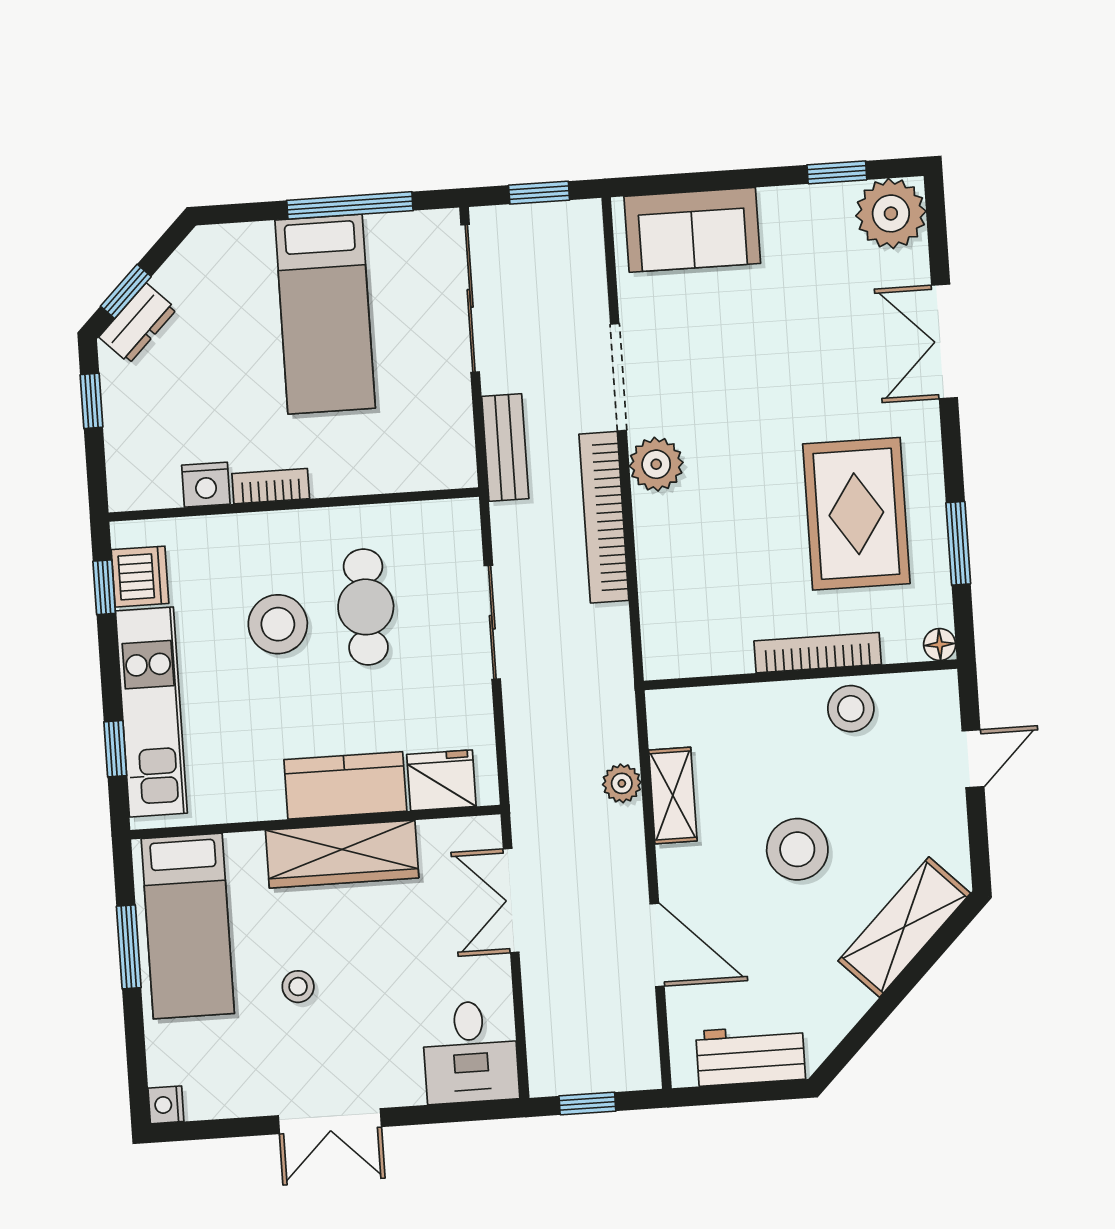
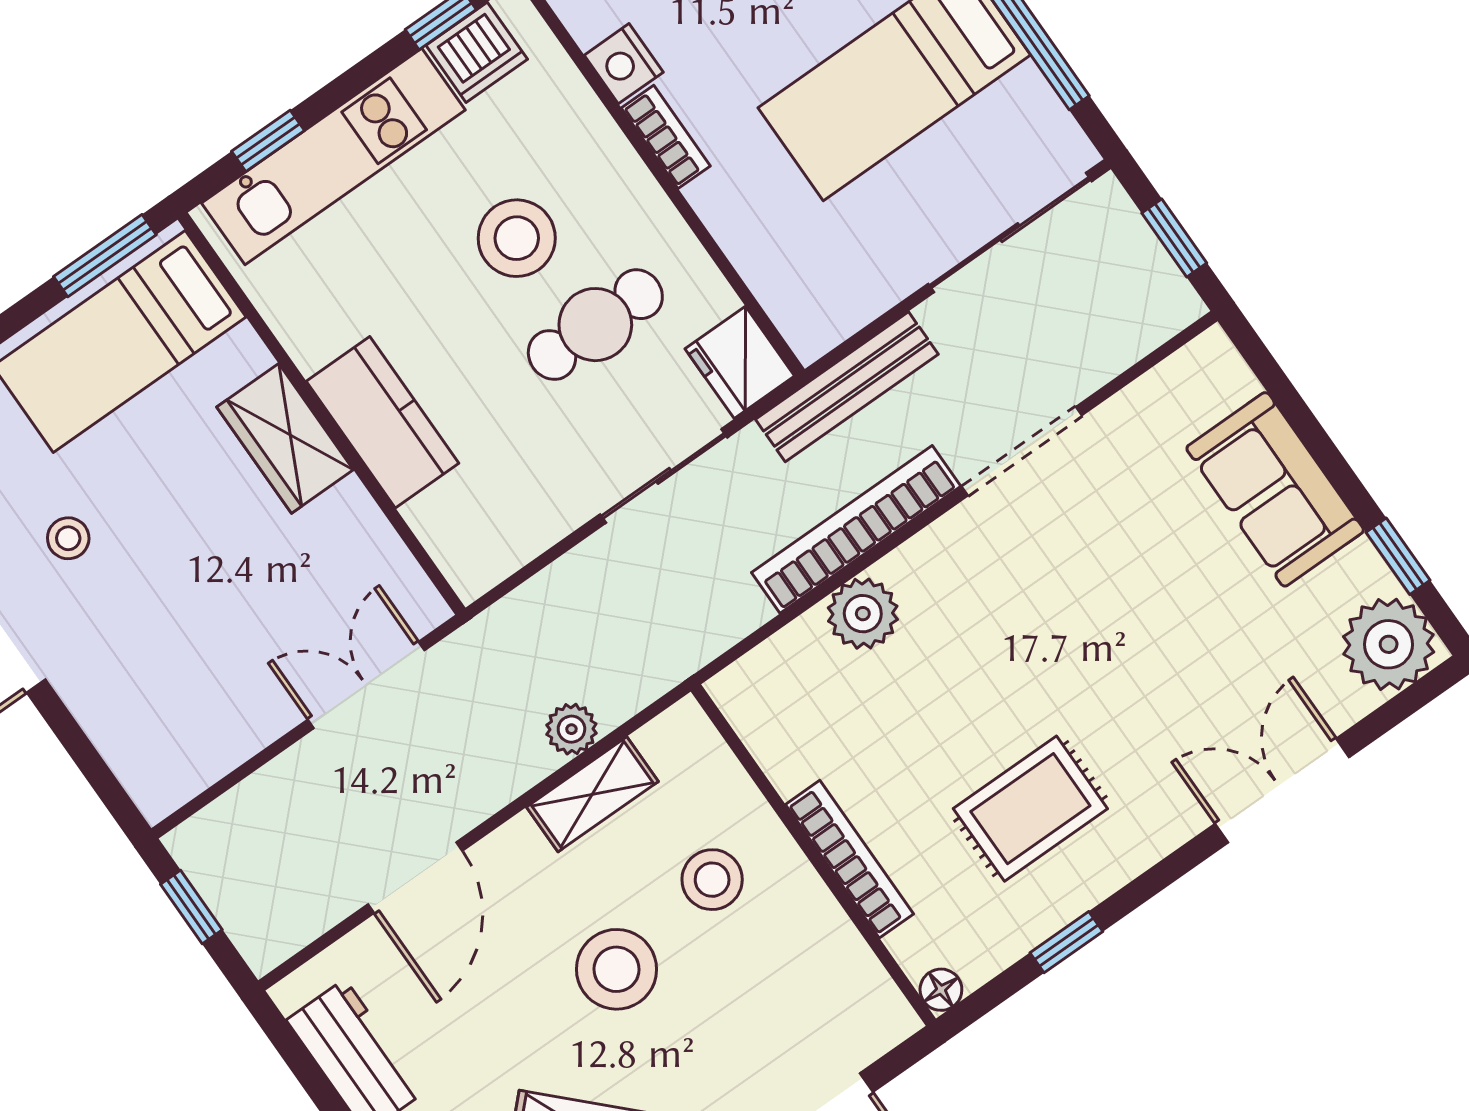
sofa: (692, 230) -> (1275, 489), moved
bench: (505, 448) -> (847, 387), width x1.36
plant: (656, 464) -> (863, 614), moved
rug: (856, 514) -> (1030, 809), width x0.73, depth x0.70
window: (958, 543) -> (1066, 942), width x0.67
stool: (851, 709) -> (712, 880), moved
fridge: (441, 780) -> (740, 362), moved, turned 180
wardrobe: (342, 854) -> (285, 438), width x0.67
window: (129, 947) -> (105, 256), moved
stool: (298, 987) -> (68, 538), moved
desk: (470, 1052) -> (170, 742), removed

